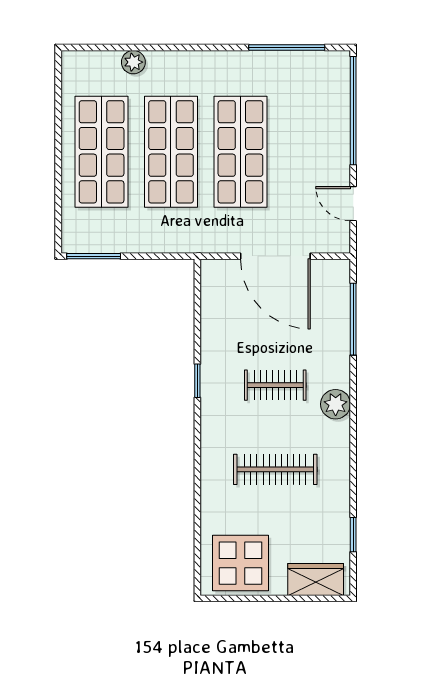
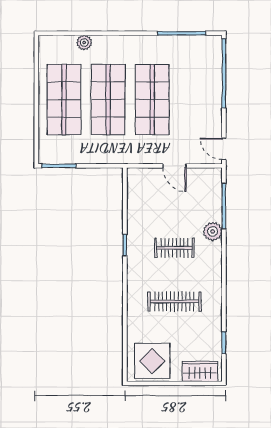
door: (353, 204) -> (224, 149), moved
door: (275, 256) -> (174, 166), width x0.53
plant: (336, 404) -> (213, 231), moved

